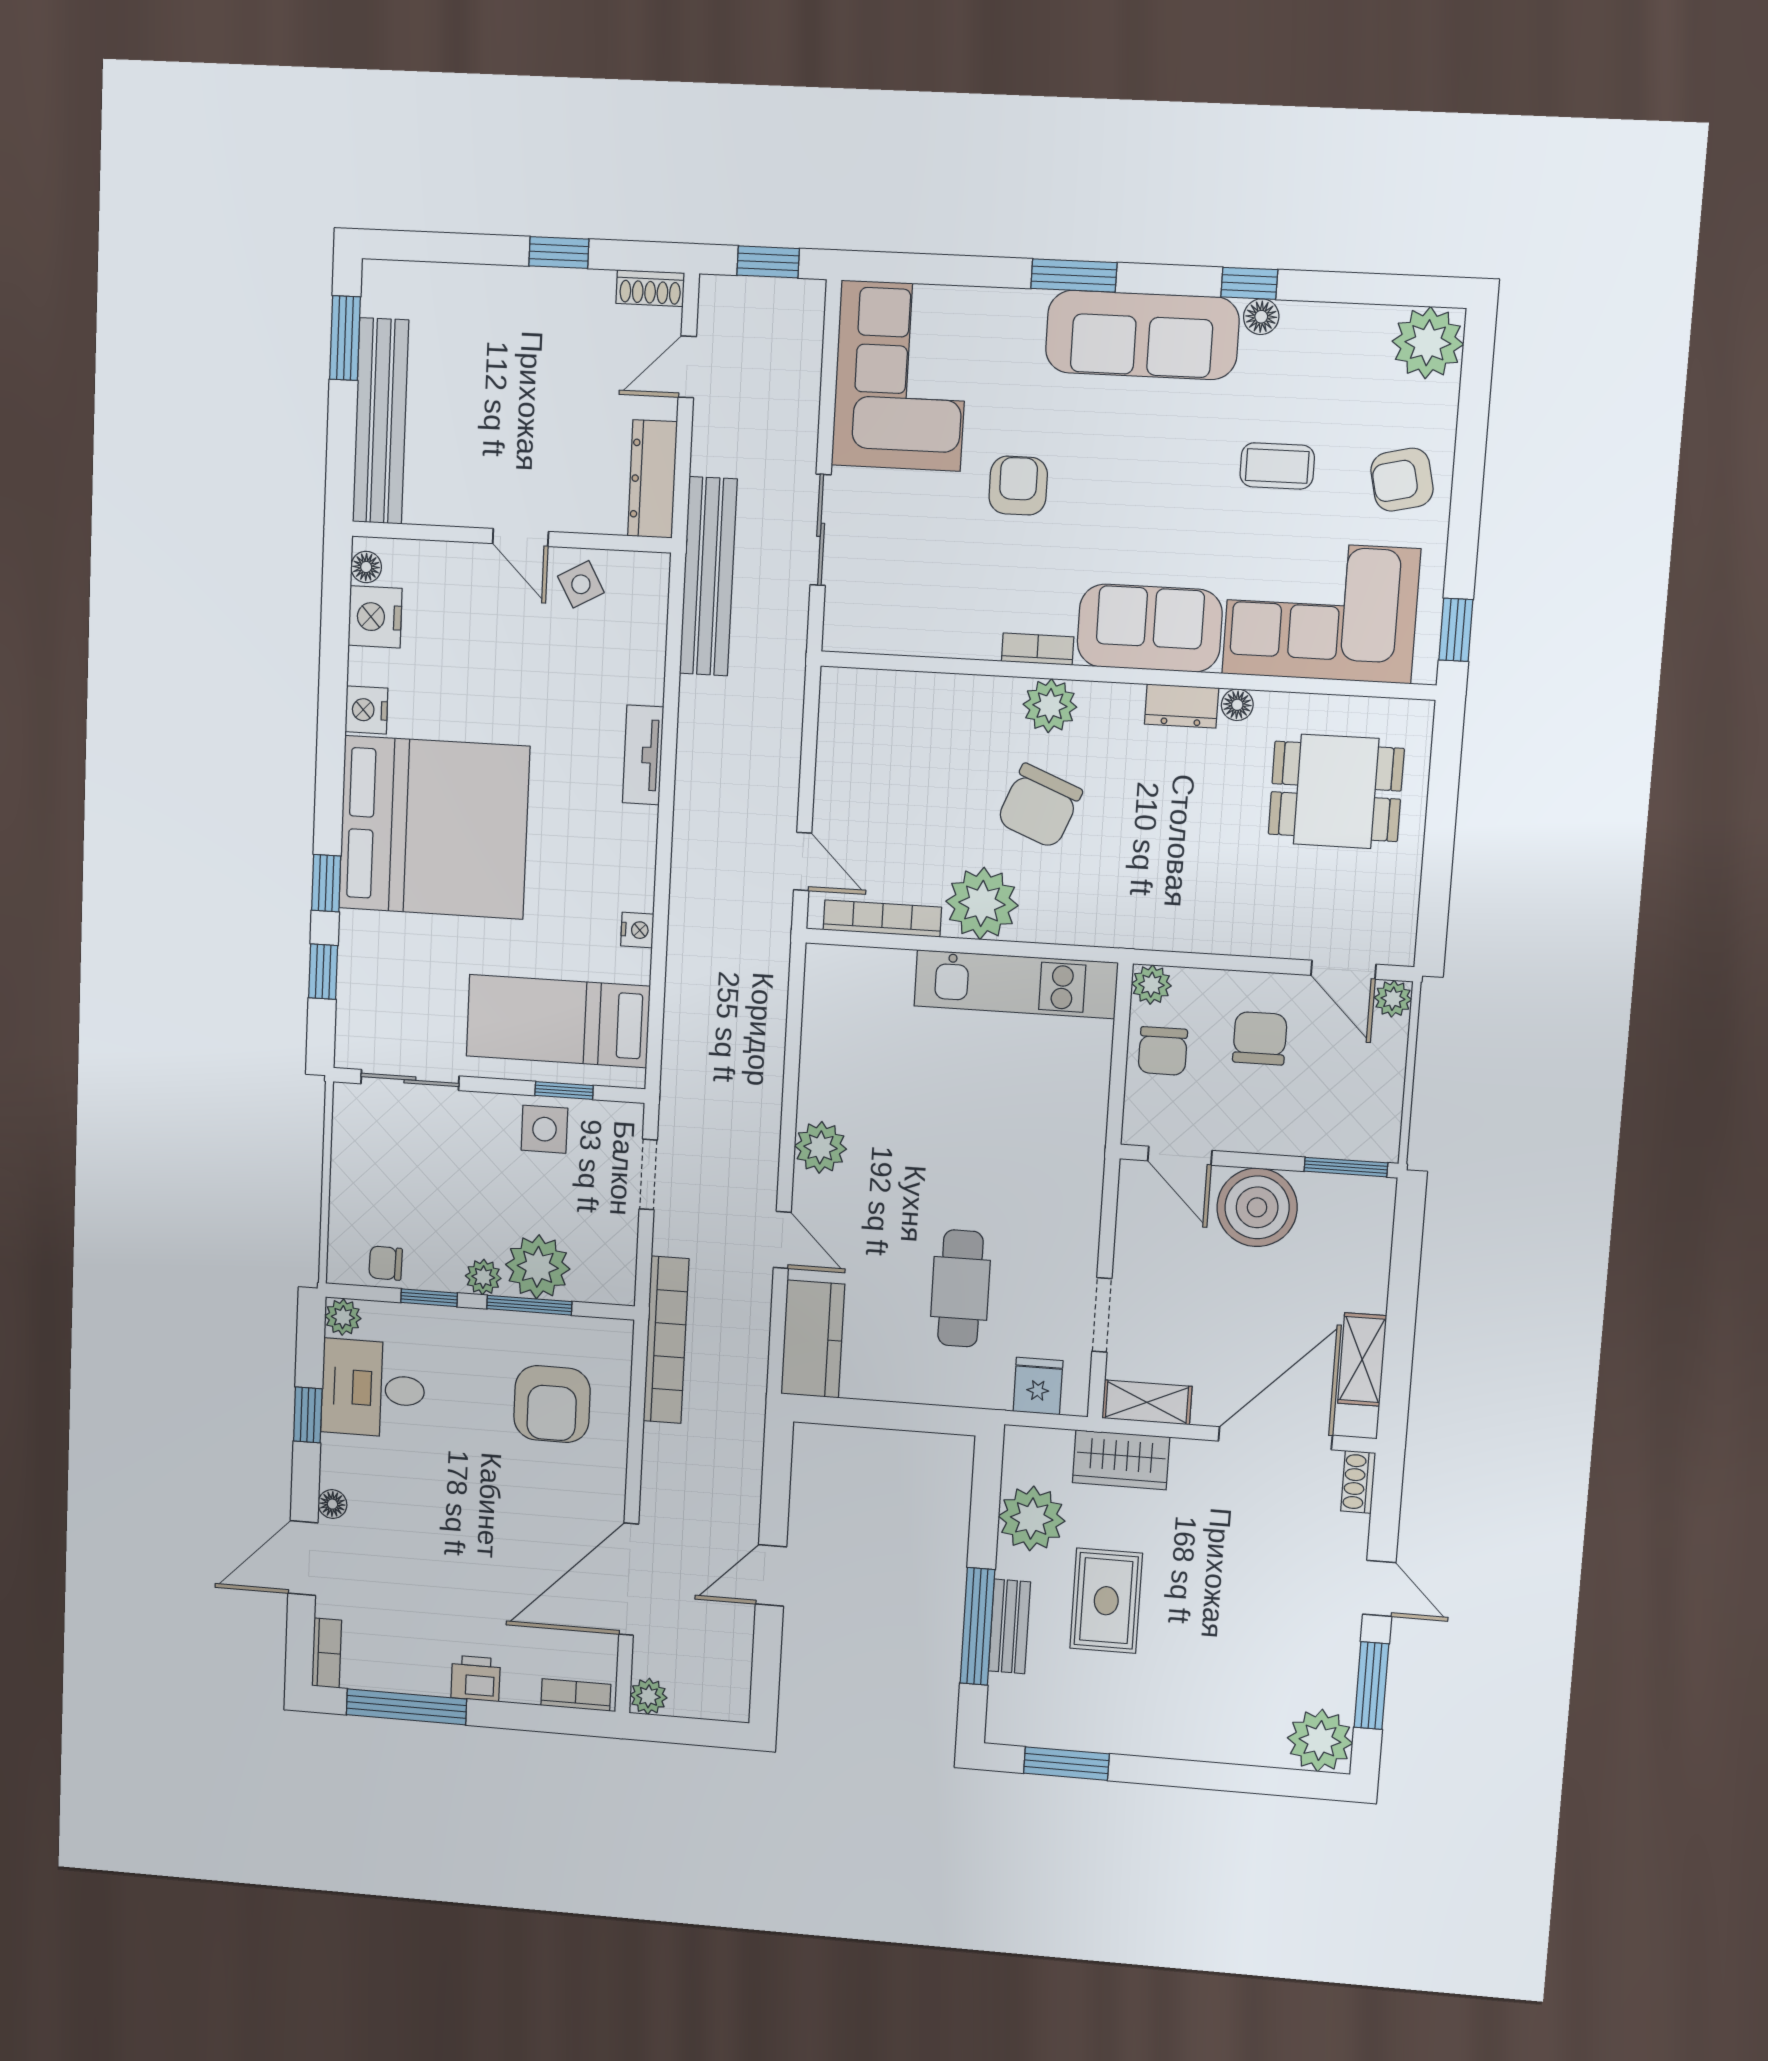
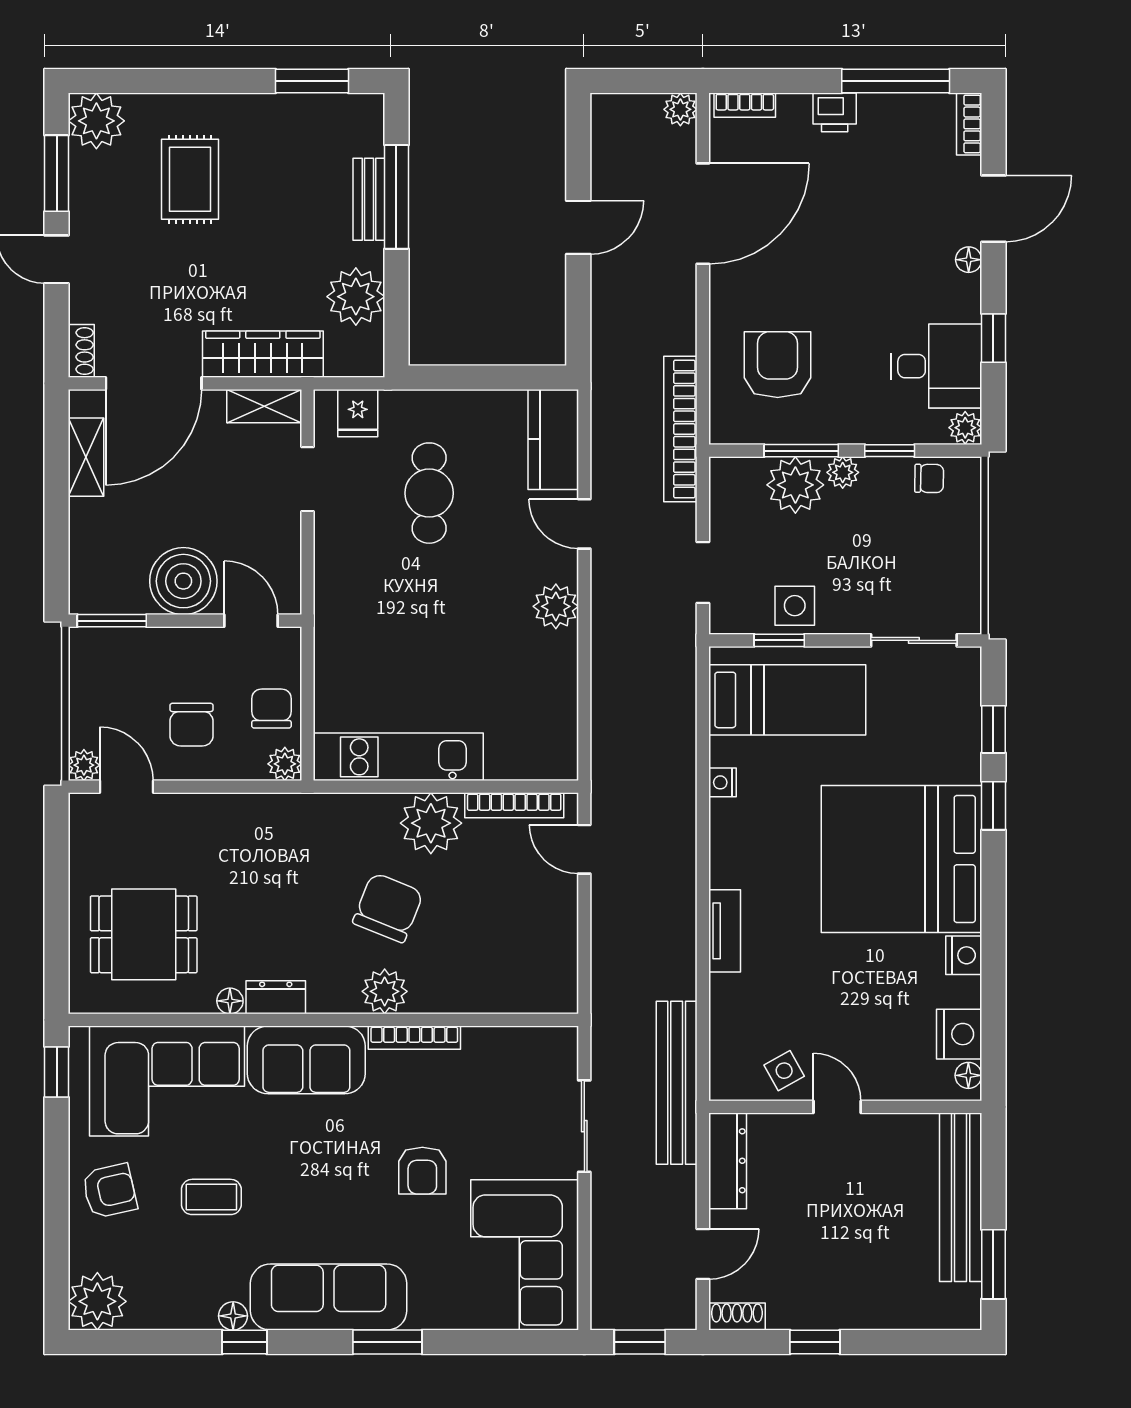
bookcase: (1038, 649) -> (414, 1038), width x1.56
wardrobe: (1121, 1460) -> (263, 354), width x1.50
rug: (1106, 1601) -> (190, 179), moved

